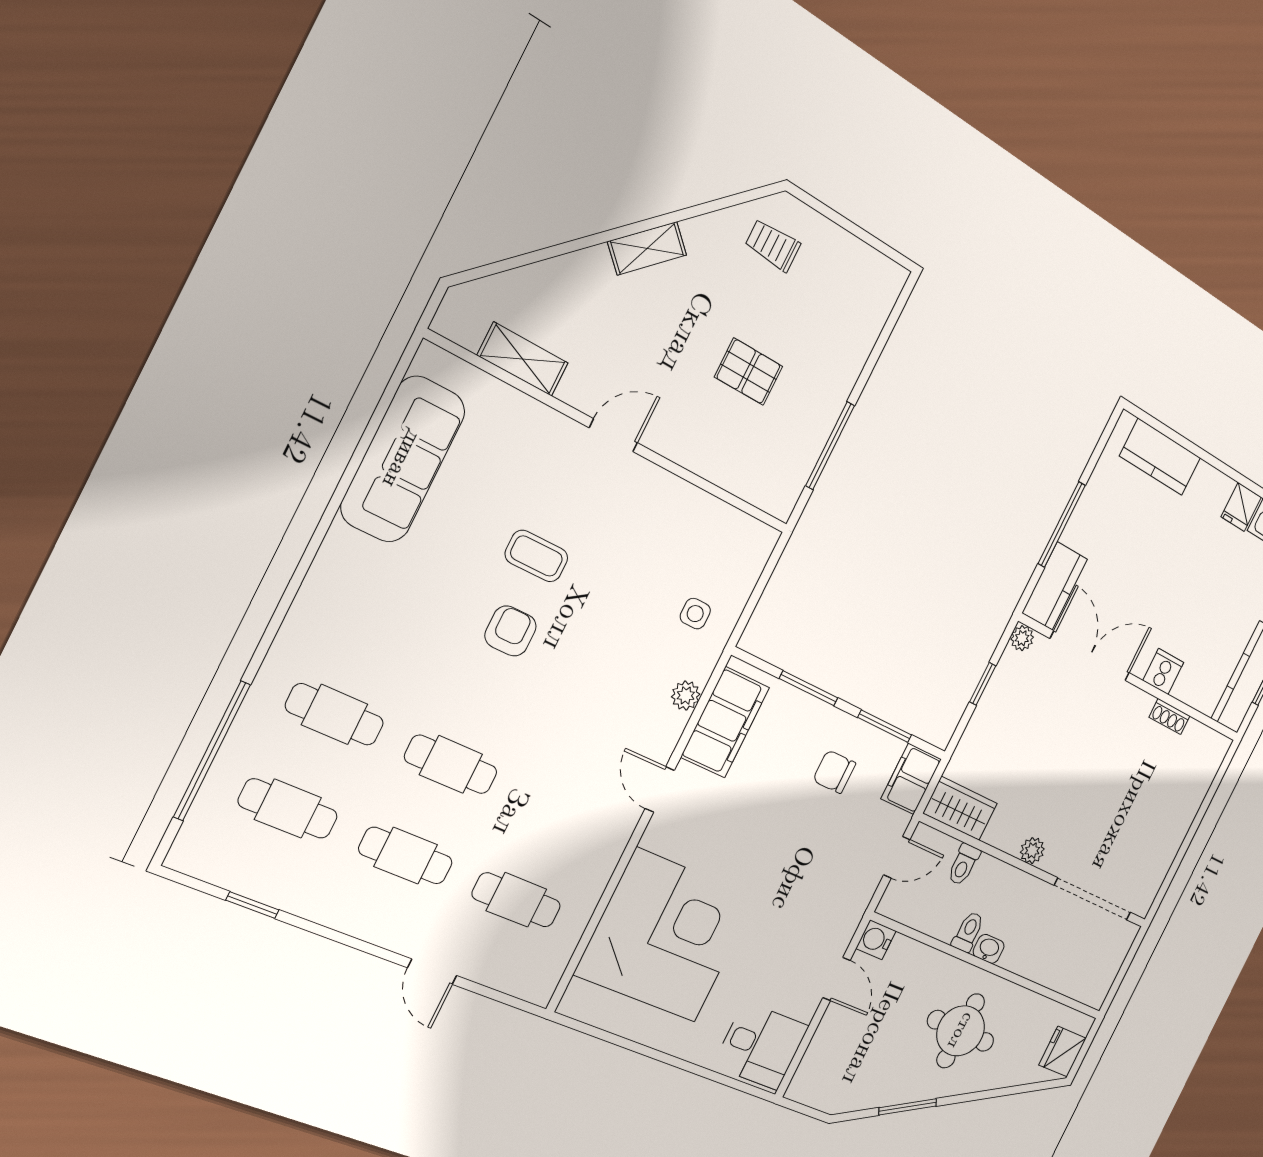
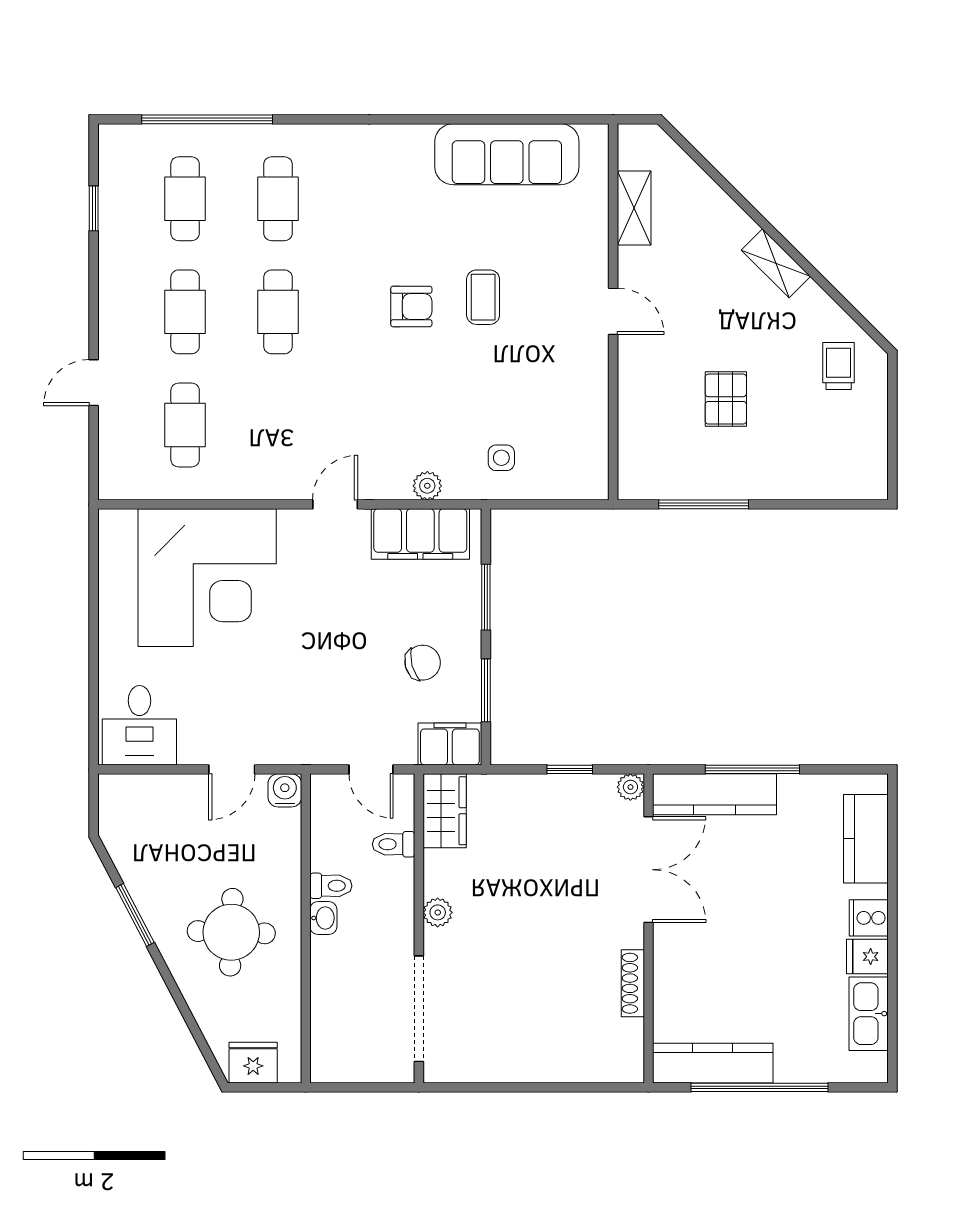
kitchen counter: (1055, 586) -> (715, 794), width x1.50
cooker: (1163, 671) -> (869, 918), moved, turned 180
shoe rack: (1169, 717) -> (633, 983), width x1.43
chair: (834, 772) -> (423, 663), turned 75

